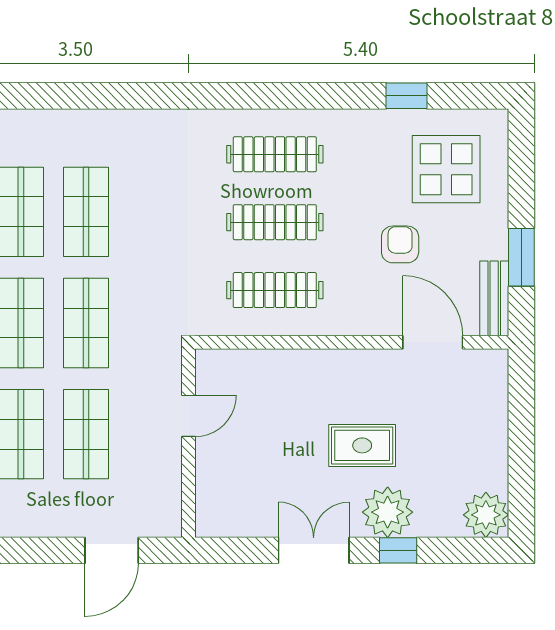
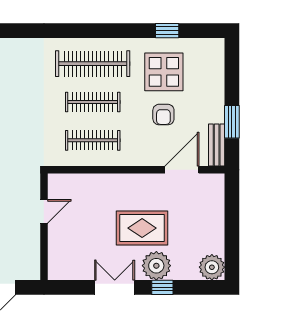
clothes rail: (275, 154) -> (93, 64), width x1.37, depth x1.31
display table: (446, 169) -> (164, 72), moved
armchair: (400, 244) -> (163, 115), turned 180
door: (433, 342) -> (182, 170), hinge flipped
rug: (362, 445) -> (142, 228), width x1.36, depth x1.43

